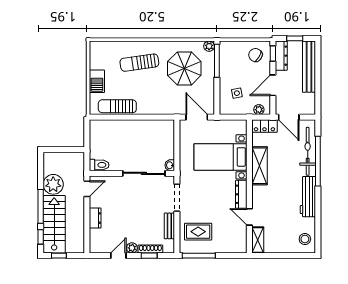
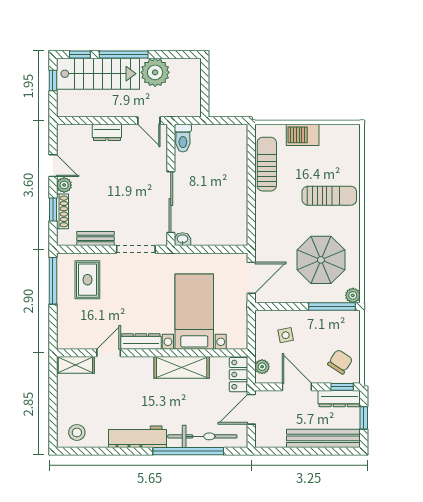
sun lounger: (139, 63) -> (329, 196), turned 98

